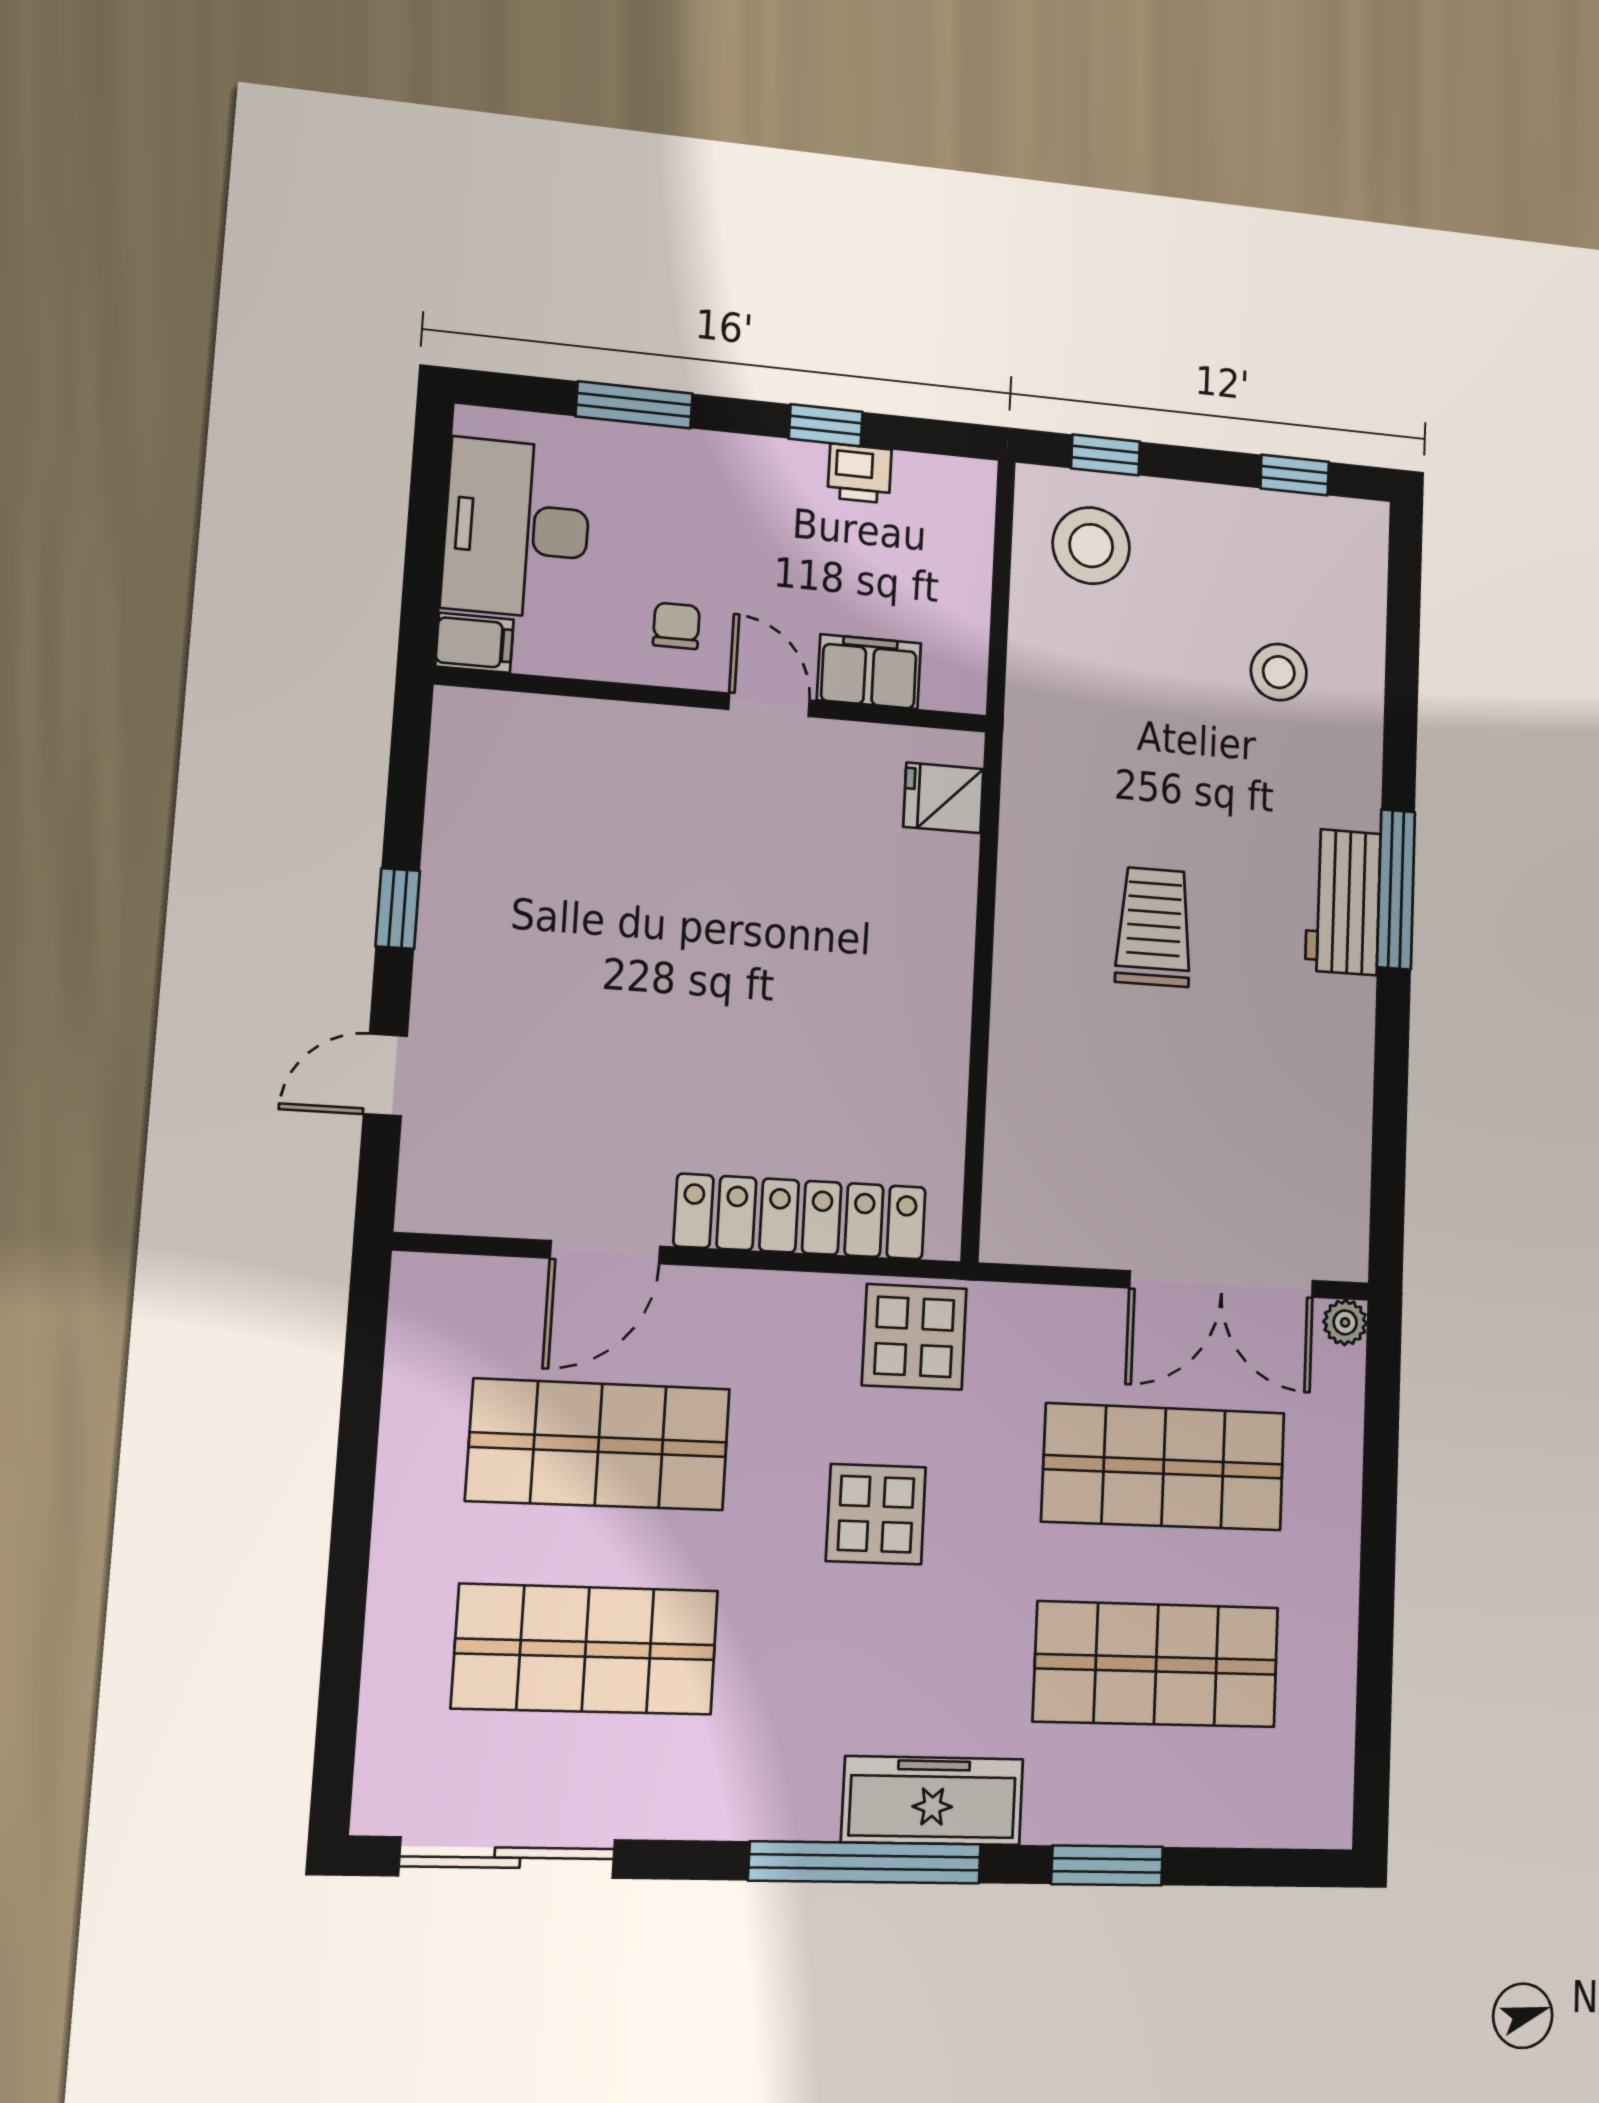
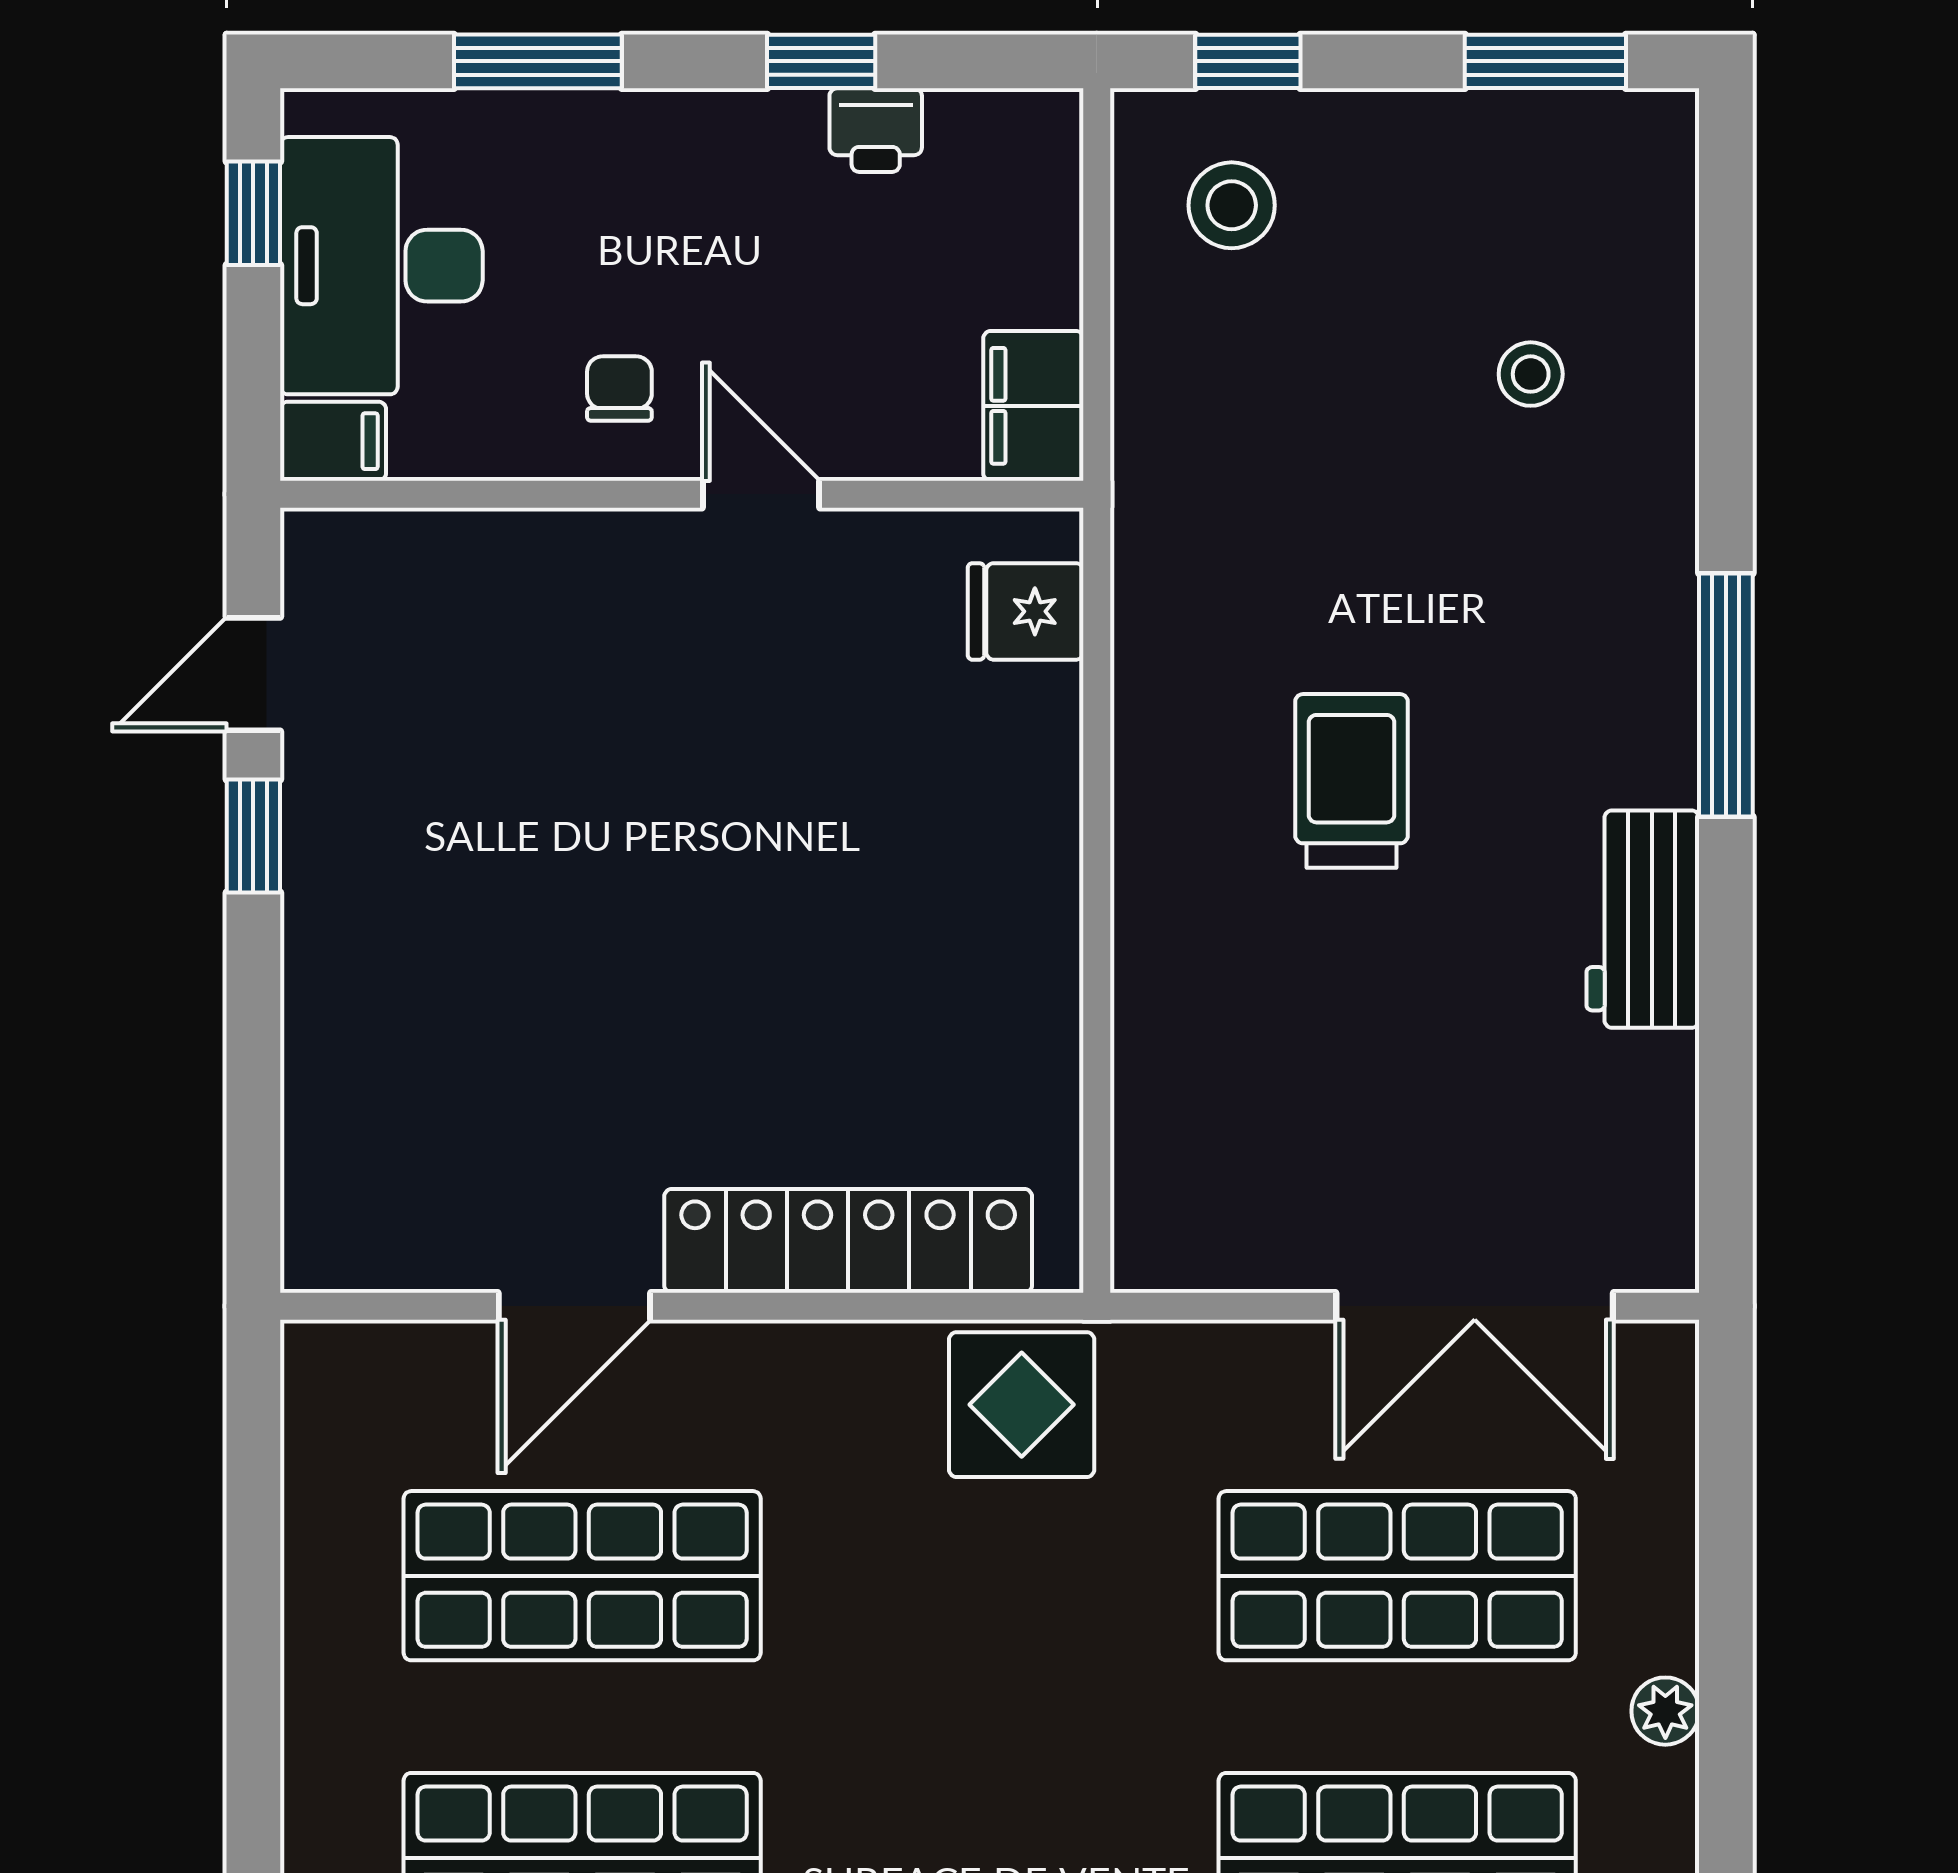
window: (1295, 475) -> (1545, 61), width x1.50
window: (429, 485) -> (253, 213), added
stool: (1091, 546) -> (1232, 205), width x0.73, depth x0.73
filing cabinet: (869, 672) -> (1033, 406), moved, turned -90
stool: (1279, 672) -> (1531, 374), width x0.73, depth x0.73
workbench: (1343, 902) -> (1643, 919), moved
door: (385, 1075) -> (253, 674), moved
plant: (1345, 1322) -> (1665, 1711), moved
display table: (876, 1514) -> (979, 1658), removed

